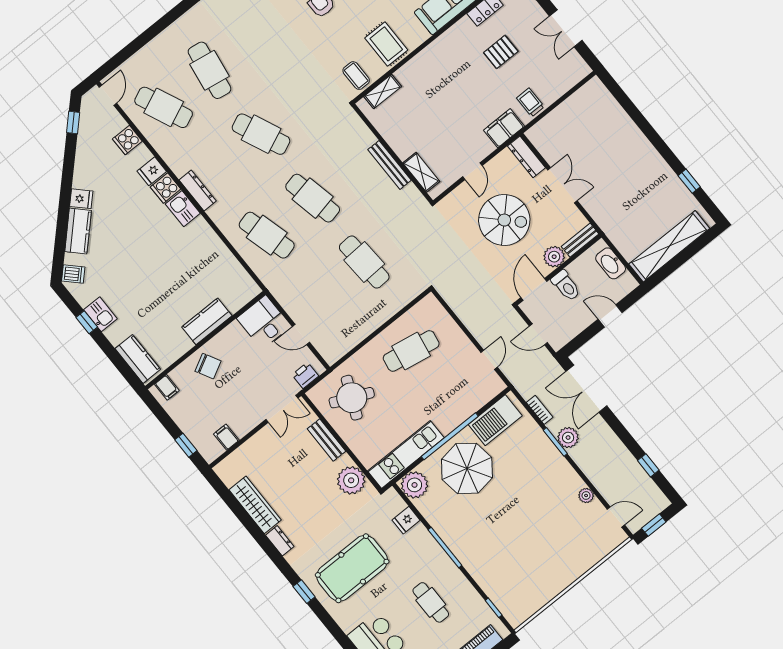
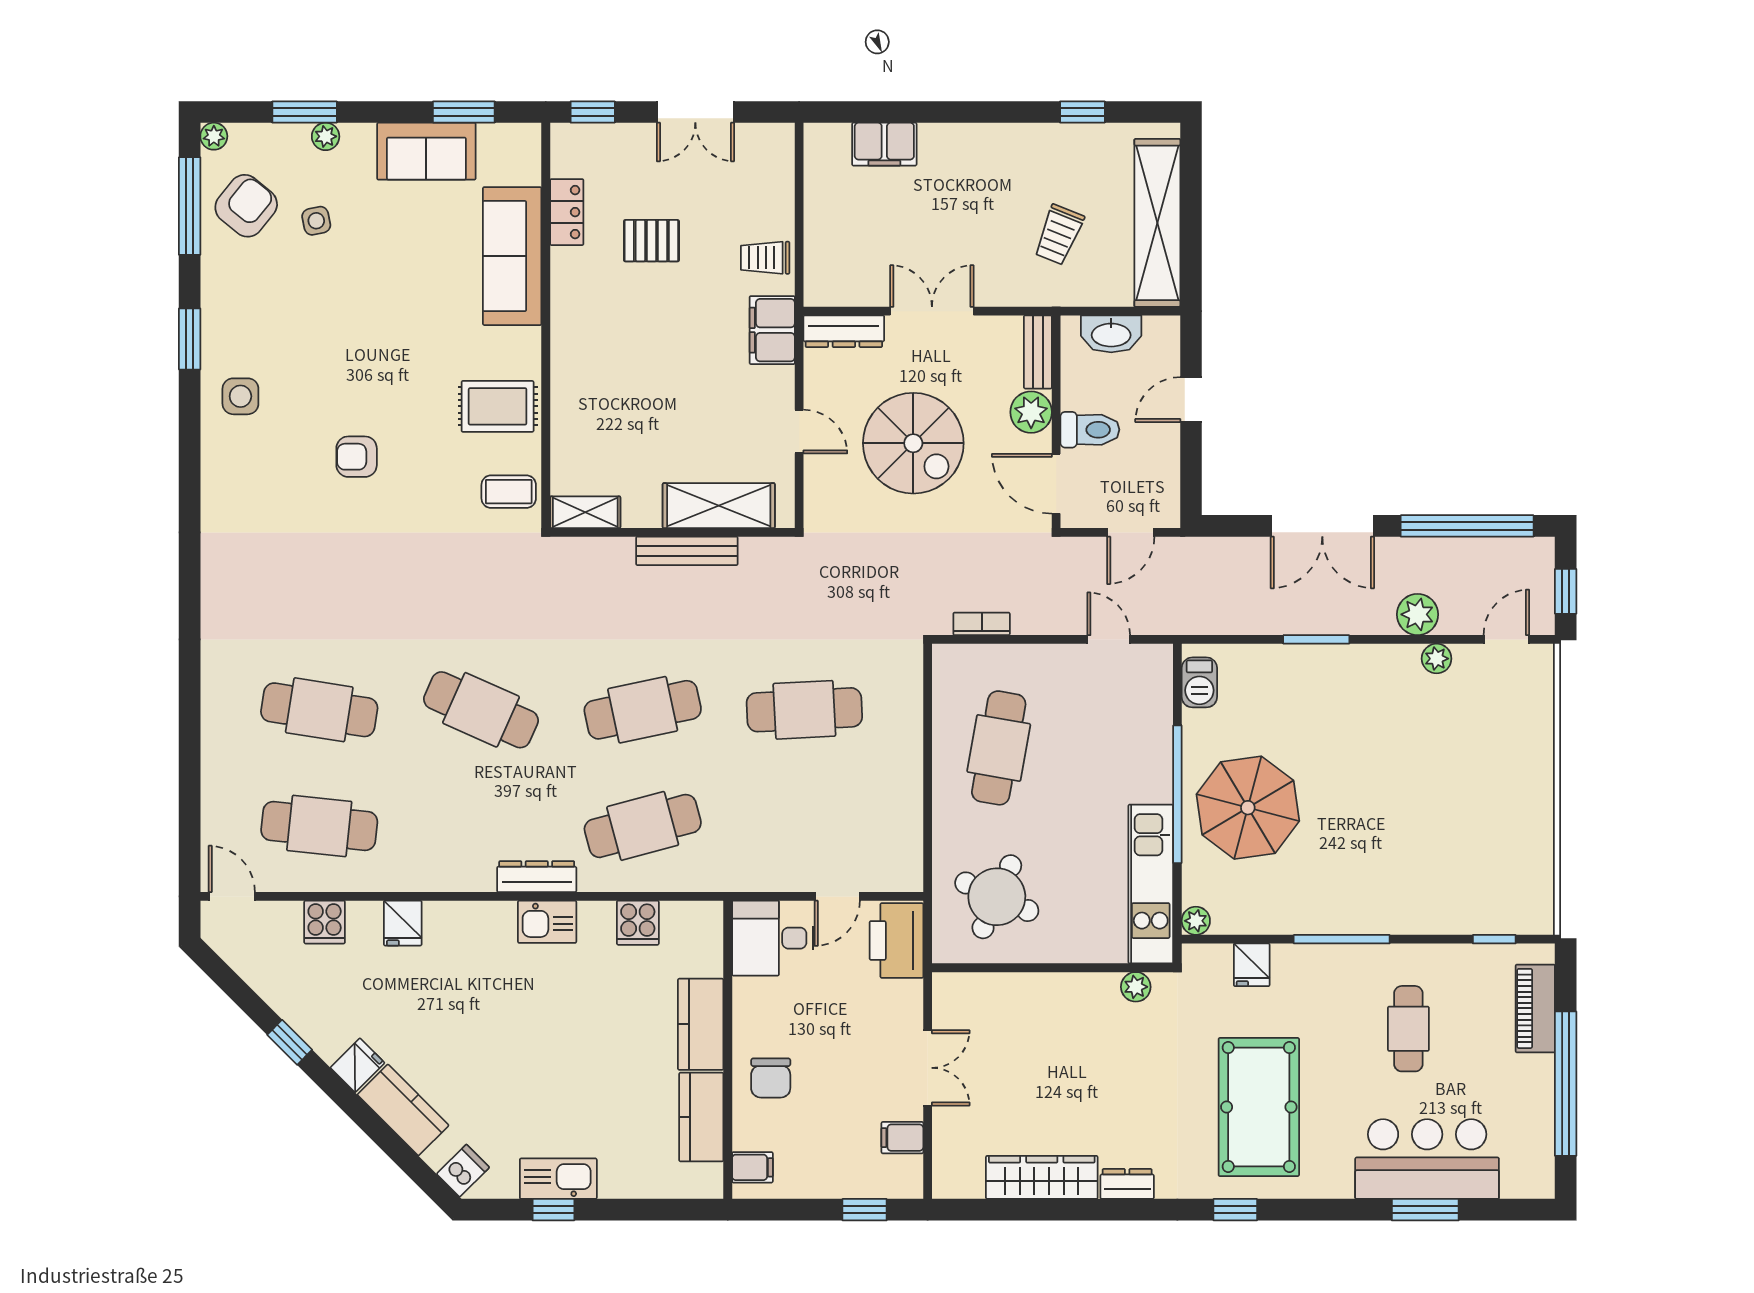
pallet: (501, 52) -> (651, 241), turned 90
shelving: (383, 92) -> (585, 512), moved, turned 90
cafe table: (164, 107) -> (319, 826), turned 30
filing cabinet: (613, 113) -> (884, 144), added
window: (73, 123) -> (290, 1042), moved
cafe table: (261, 134) -> (481, 710), turned 48
shelving: (421, 172) -> (719, 506), width x1.50, depth x1.33
cooker: (166, 188) -> (638, 923), moved
dresser: (198, 191) -> (537, 877), moved
kitchen sink: (183, 209) -> (547, 922), moved
trolley: (633, 211) -> (1059, 235), added
spiral stairs: (504, 220) -> (913, 443), turned 90
kitchen sink: (100, 314) -> (558, 1179), width x1.38
kitchen counter: (138, 359) -> (701, 1117), moved, turned -90
chair: (208, 366) -> (771, 1078), turned 118
printer: (305, 375) -> (896, 940), width x1.87, depth x1.48
double door: (586, 389) -> (1322, 526), moved
double door: (282, 409) -> (928, 1068), moved
bookcase: (540, 410) -> (982, 624), moved
barbecue: (495, 420) -> (1199, 682), width x0.53, depth x0.65
plant: (568, 438) -> (1417, 614), moved
bench: (326, 440) -> (1031, 988), removed
window: (648, 465) -> (1467, 526), width x3.17
plant: (351, 480) -> (1136, 987), width x0.53, depth x0.53
plant: (415, 485) -> (1196, 921), width x0.53, depth x0.53
cafe table: (431, 602) -> (1408, 1029), turned 90

